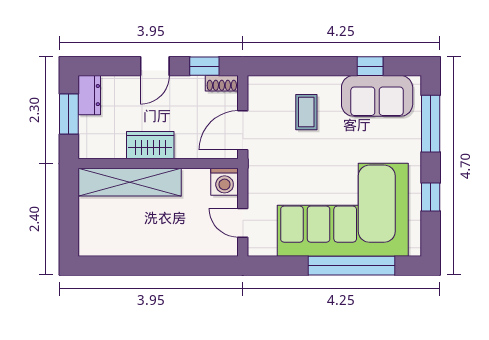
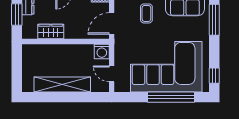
wardrobe: (150, 145) -> (51, 32), moved
shelving: (130, 182) -> (62, 84), moved
window: (431, 197) -> (214, 76), moved

